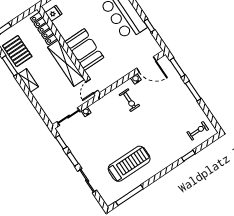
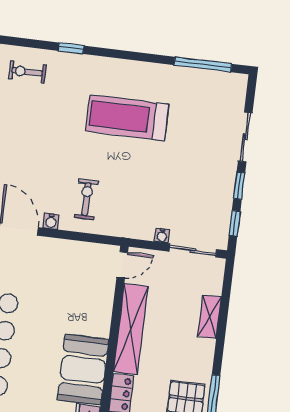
booth: (84, 50) -> (83, 370), moved
shelving: (28, 80) -> (210, 317), moved
treadmill: (129, 164) -> (127, 118), moved

